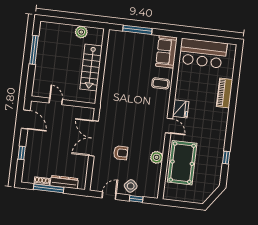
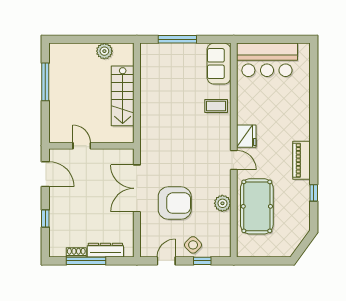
piano: (225, 93) -> (301, 160), moved
armchair: (121, 153) -> (175, 203), width x1.88, depth x1.88

